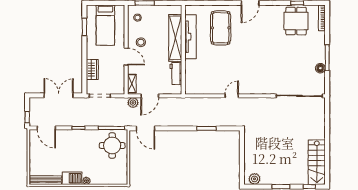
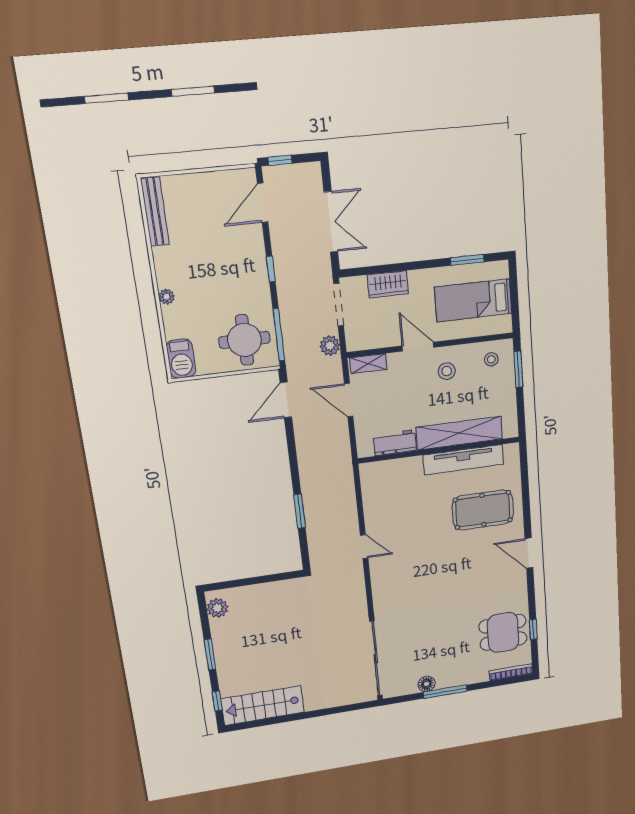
door: (126, 57) -> (418, 347), swing flipped
plant: (133, 103) -> (330, 346), moved
barbecue: (72, 178) -> (181, 359), moved

